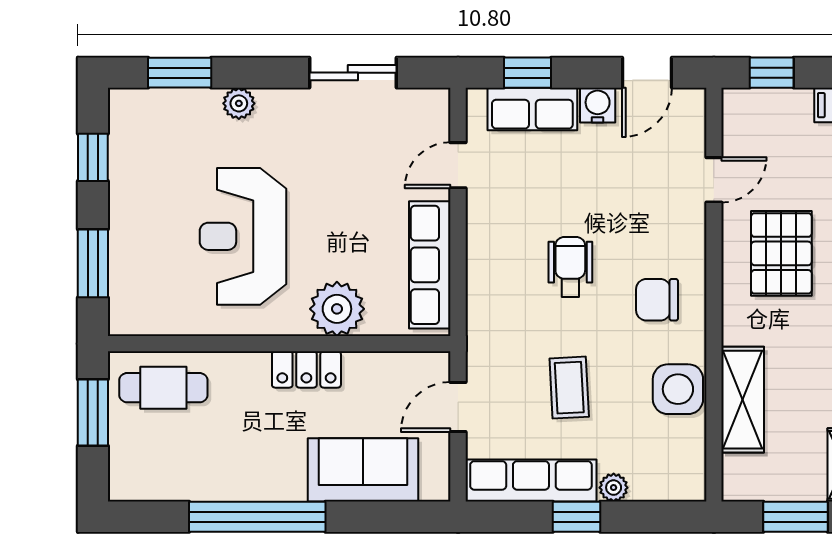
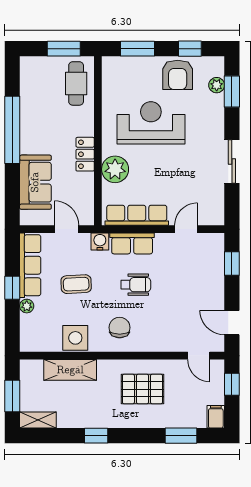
sliding door: (353, 73) -> (232, 162), moved
plant: (239, 103) -> (217, 85), moved
water cooler: (598, 105) -> (100, 242), moved, turned -90
row of seats: (532, 109) -> (132, 243), moved, turned -90
door: (458, 165) -> (186, 229), hinge flipped
door: (714, 180) -> (199, 356), moved
armchair: (146, 182) -> (178, 75), added

